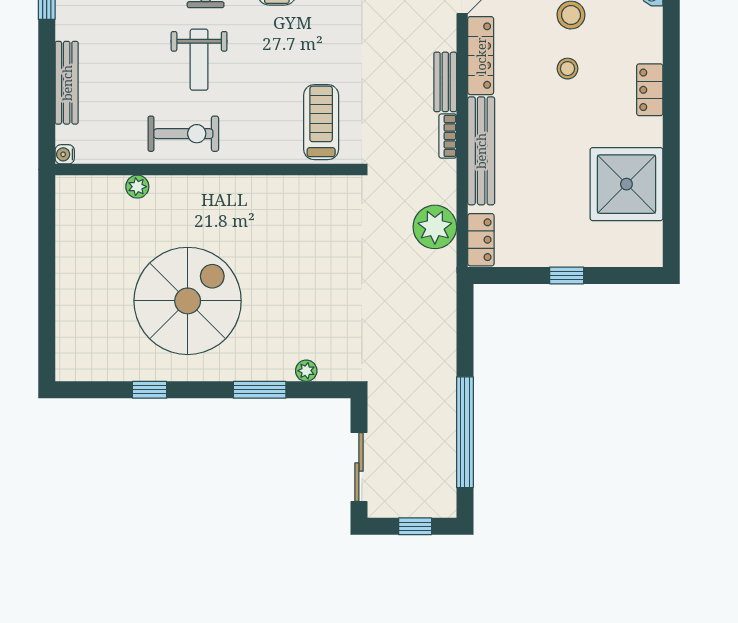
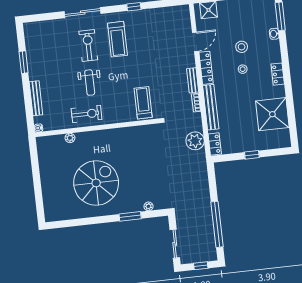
window: (149, 390) -> (84, 222), removed

